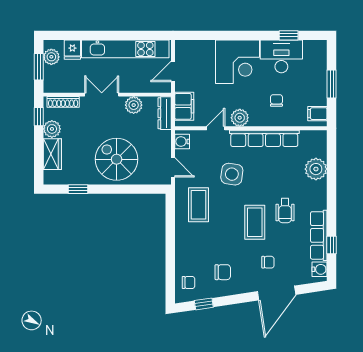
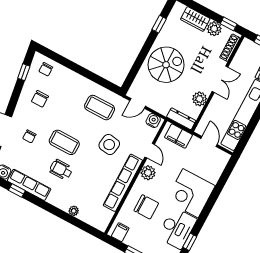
chair: (276, 100) -> (146, 207), width x1.87, depth x1.87
plant: (316, 169) -> (74, 211), width x0.53, depth x0.53

